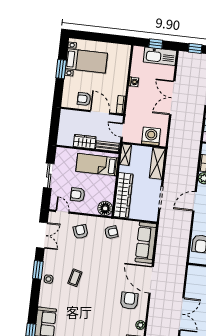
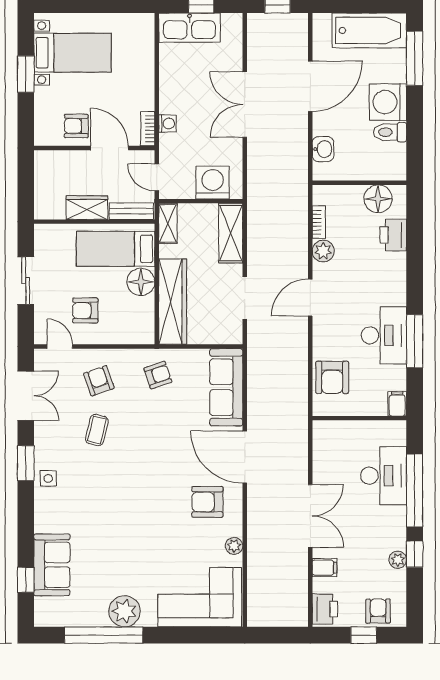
kitchen sink: (160, 56) -> (189, 28), moved
washing machine: (134, 82) -> (167, 123), moved
floor lamp: (105, 208) -> (141, 282), moved
coffee table: (75, 278) -> (97, 430), moved
armchair: (129, 301) -> (207, 502), turned -90

